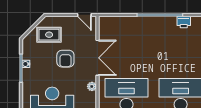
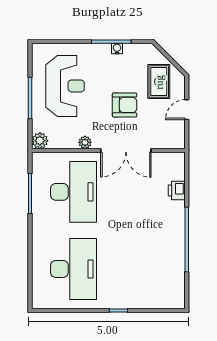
door: (84, 15) -> (187, 110), moved
printer: (184, 22) -> (177, 191), moved
armchair: (65, 59) -> (125, 105), turned 180

